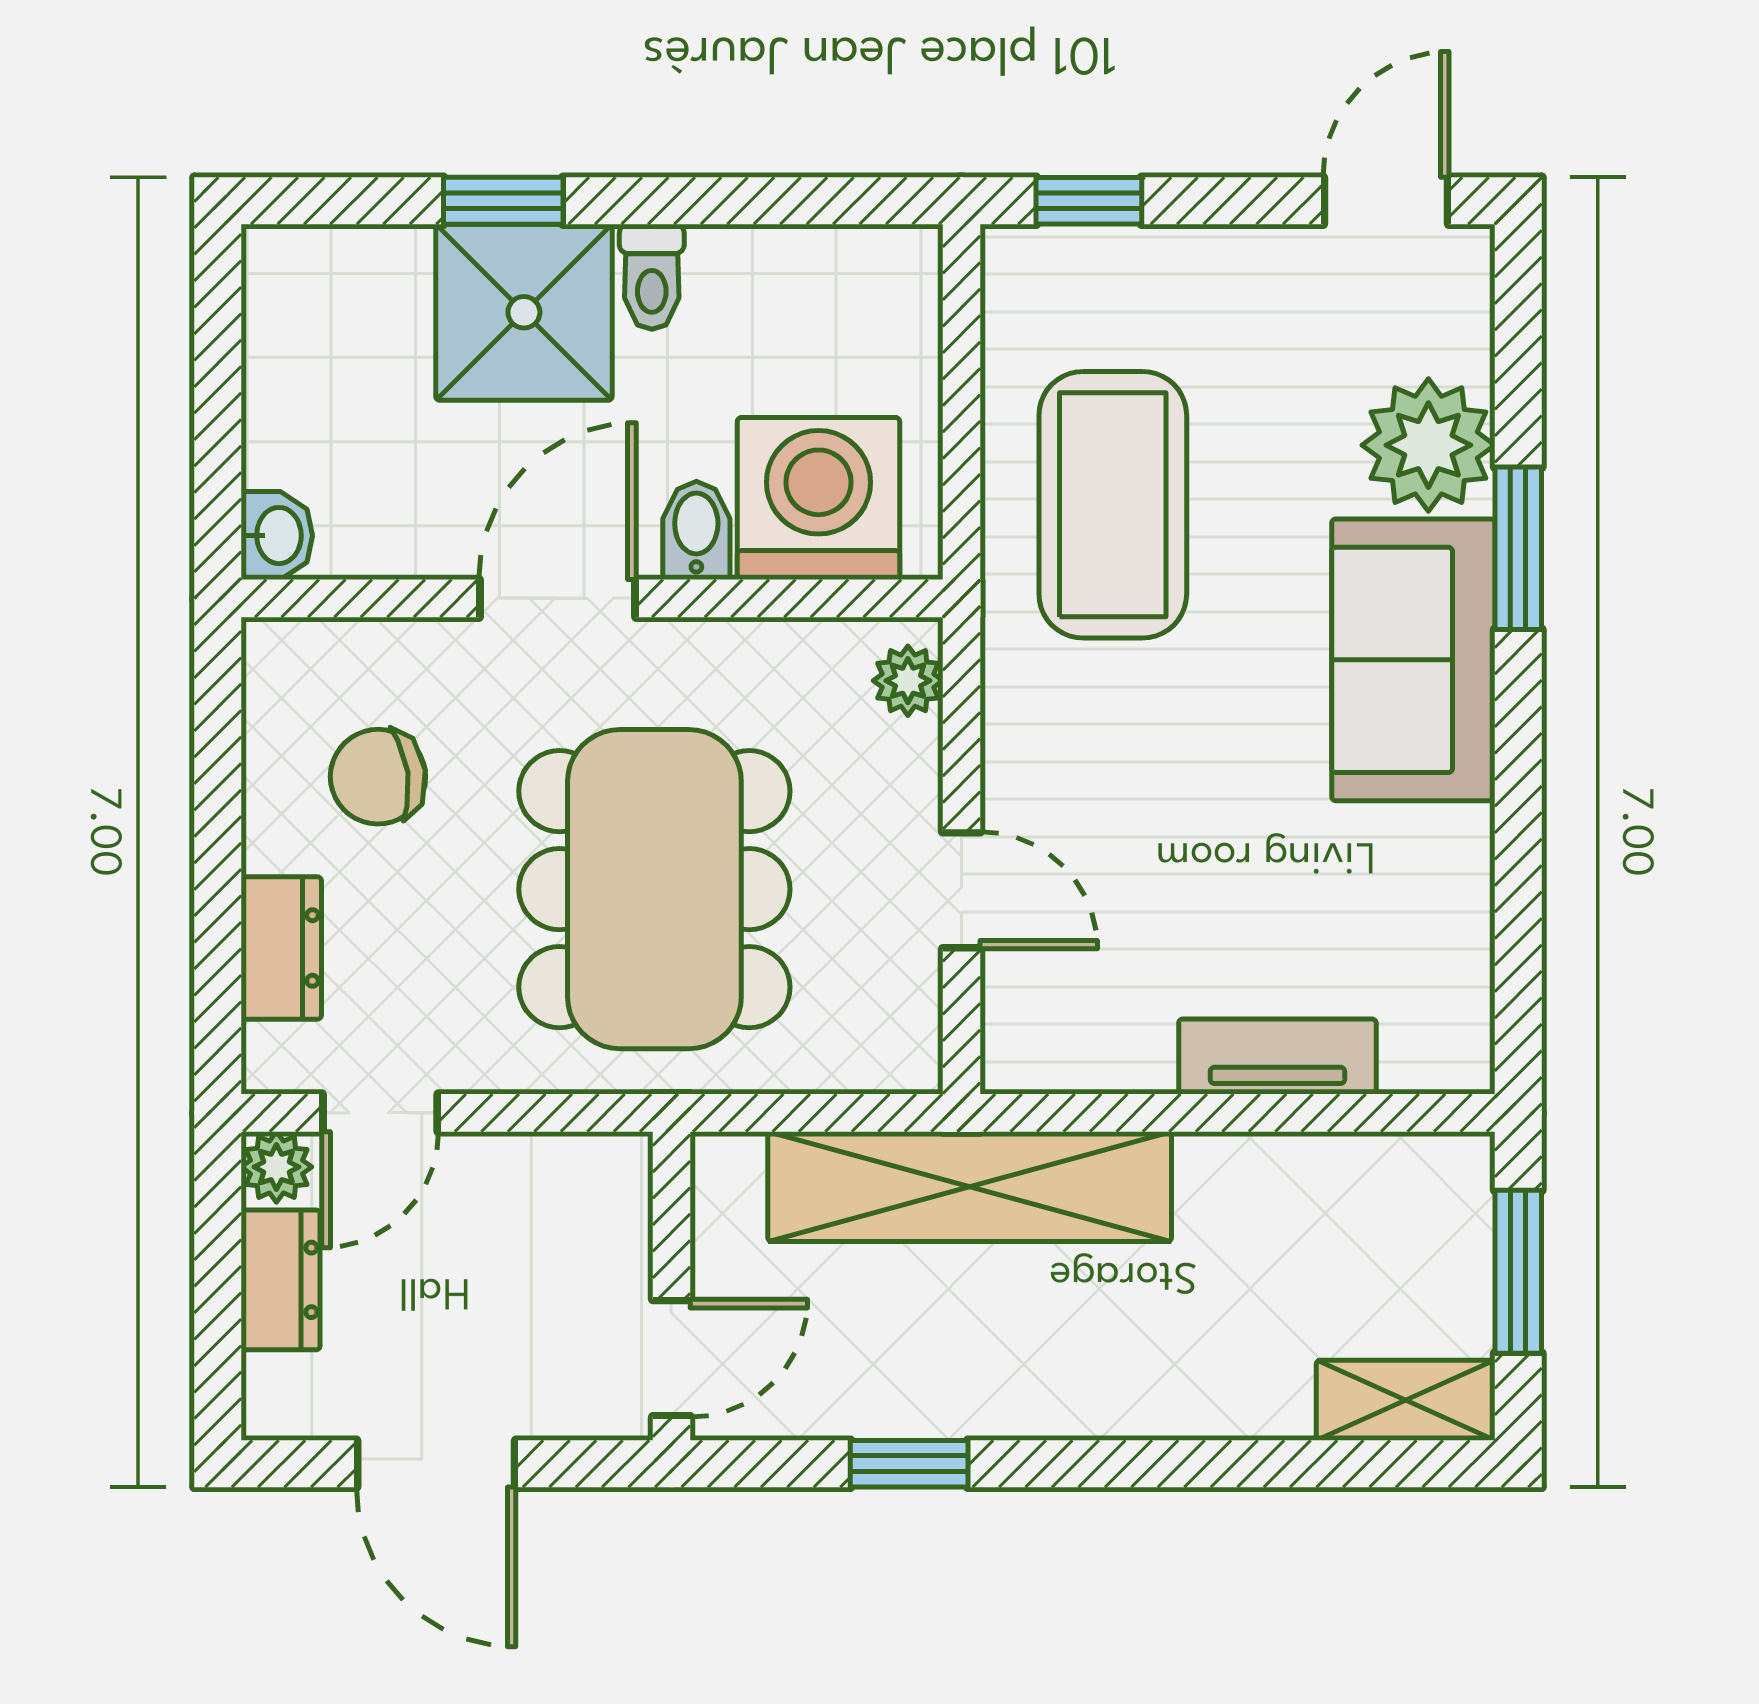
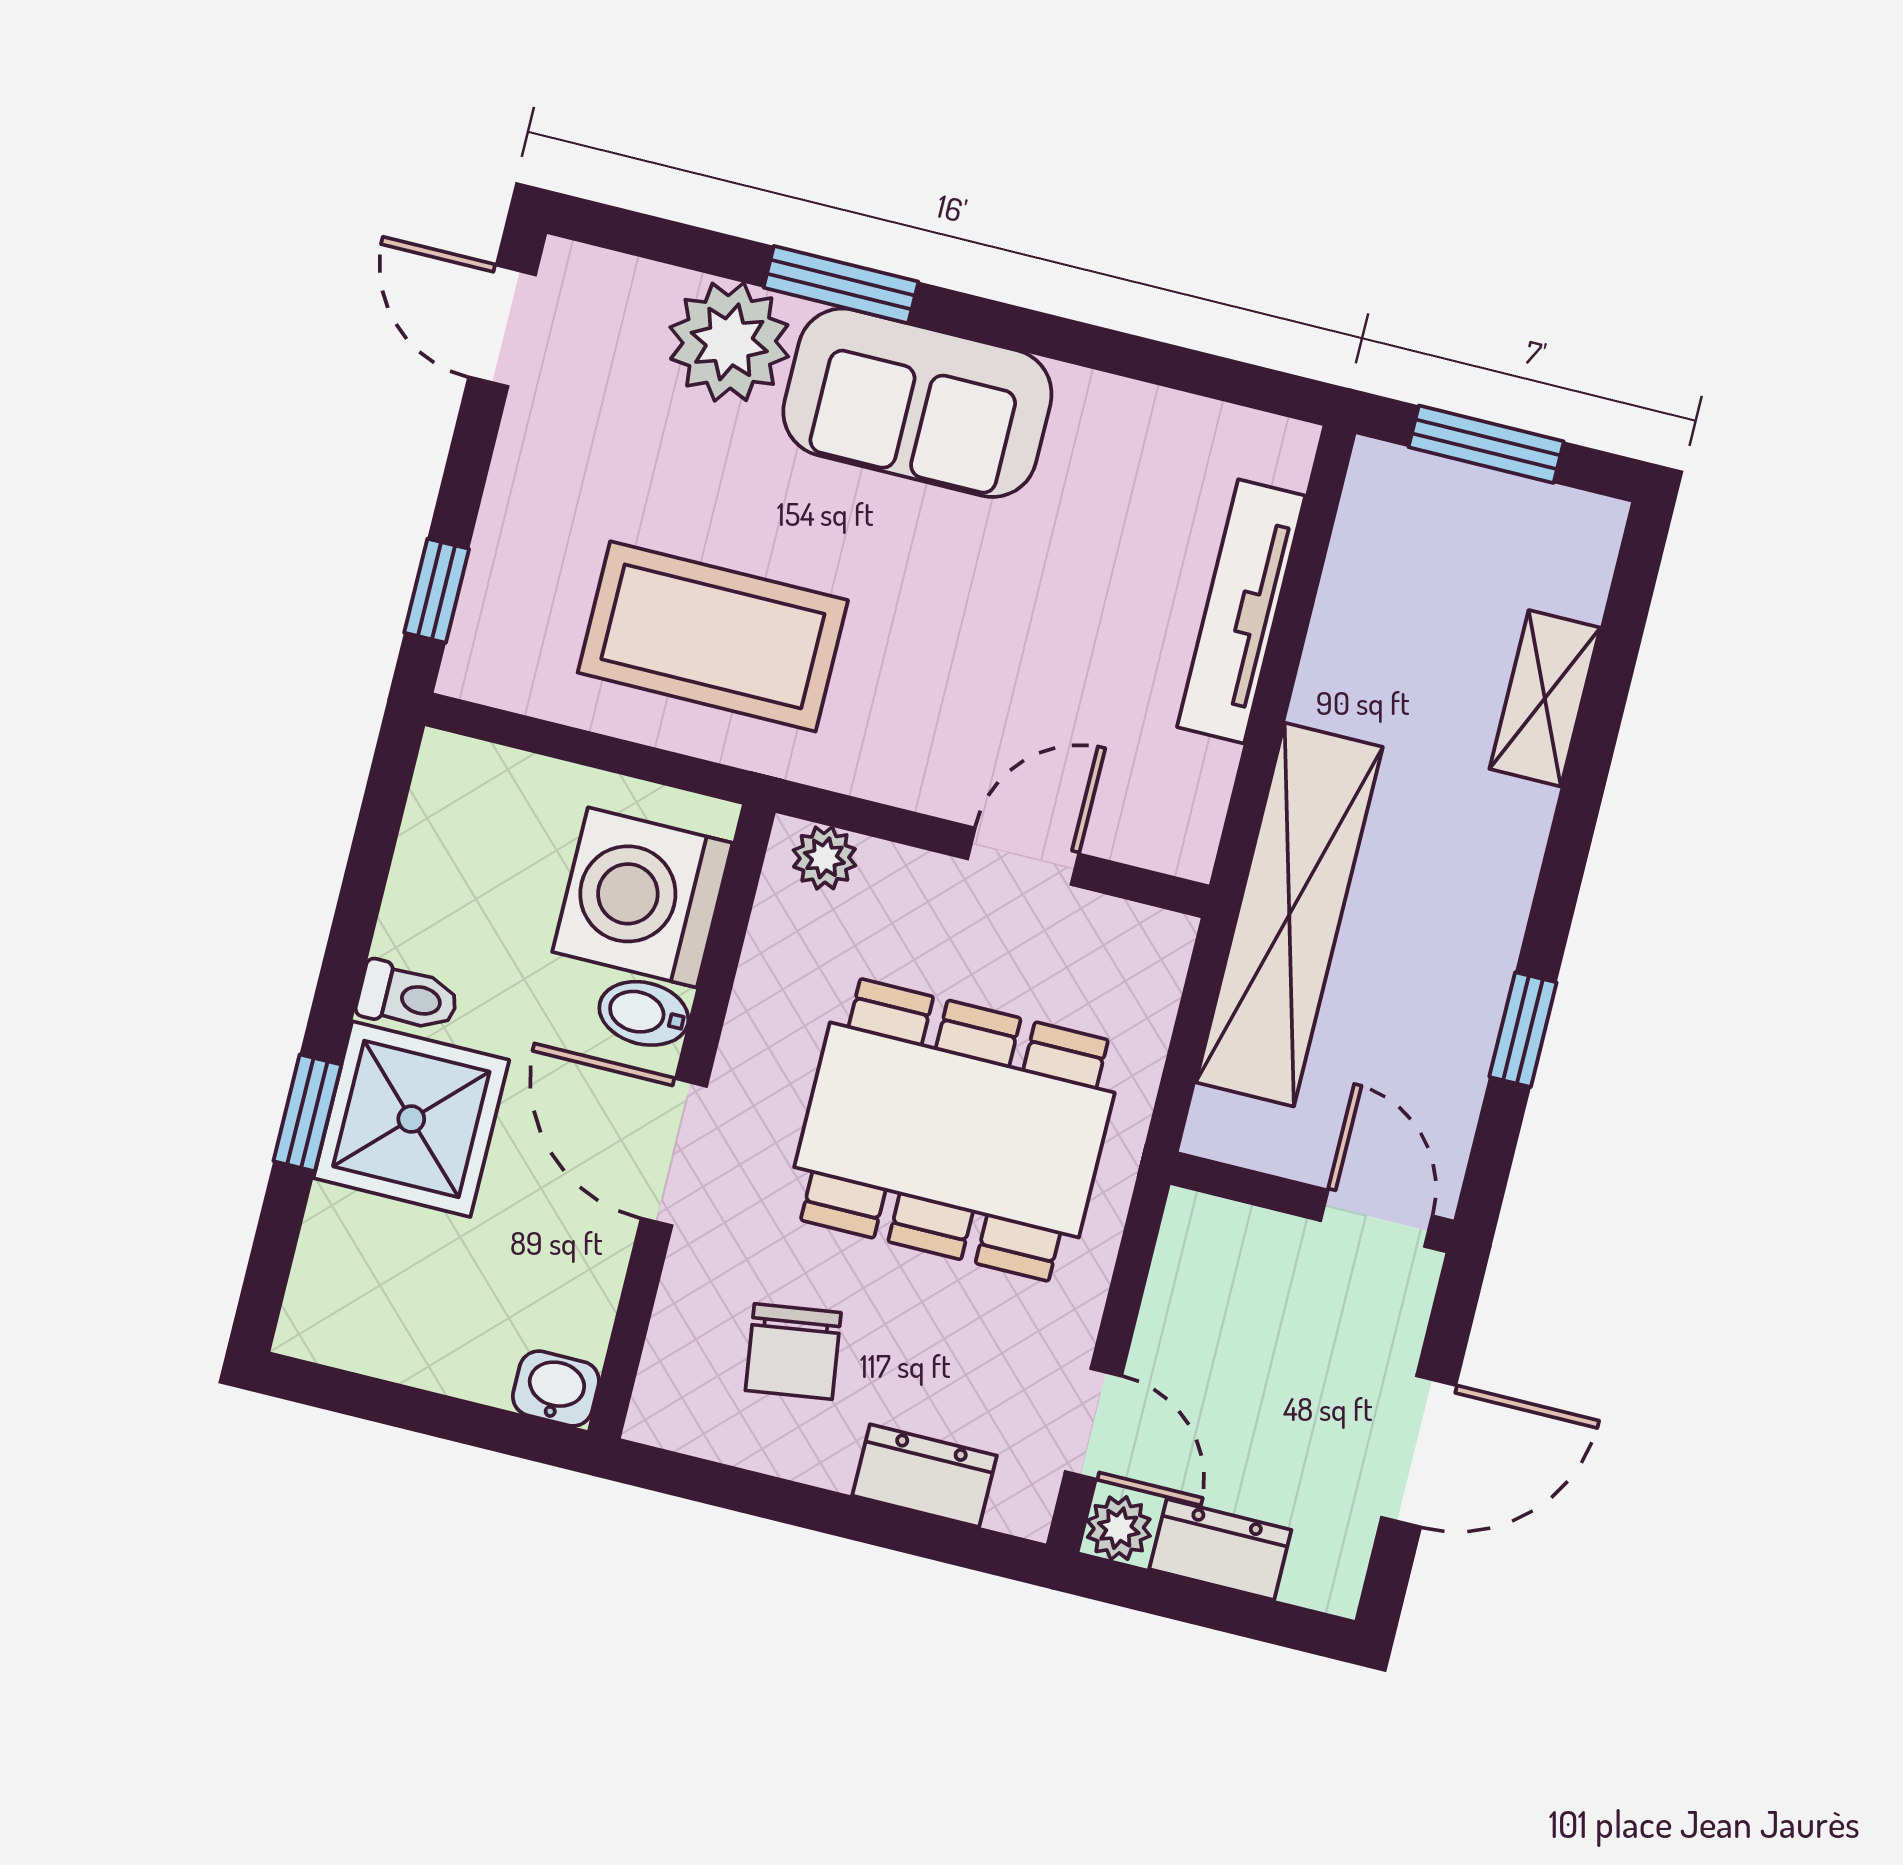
tv unit: (1277, 1057) -> (1241, 611), width x1.41
shelving: (1406, 1400) -> (1545, 698), moved

